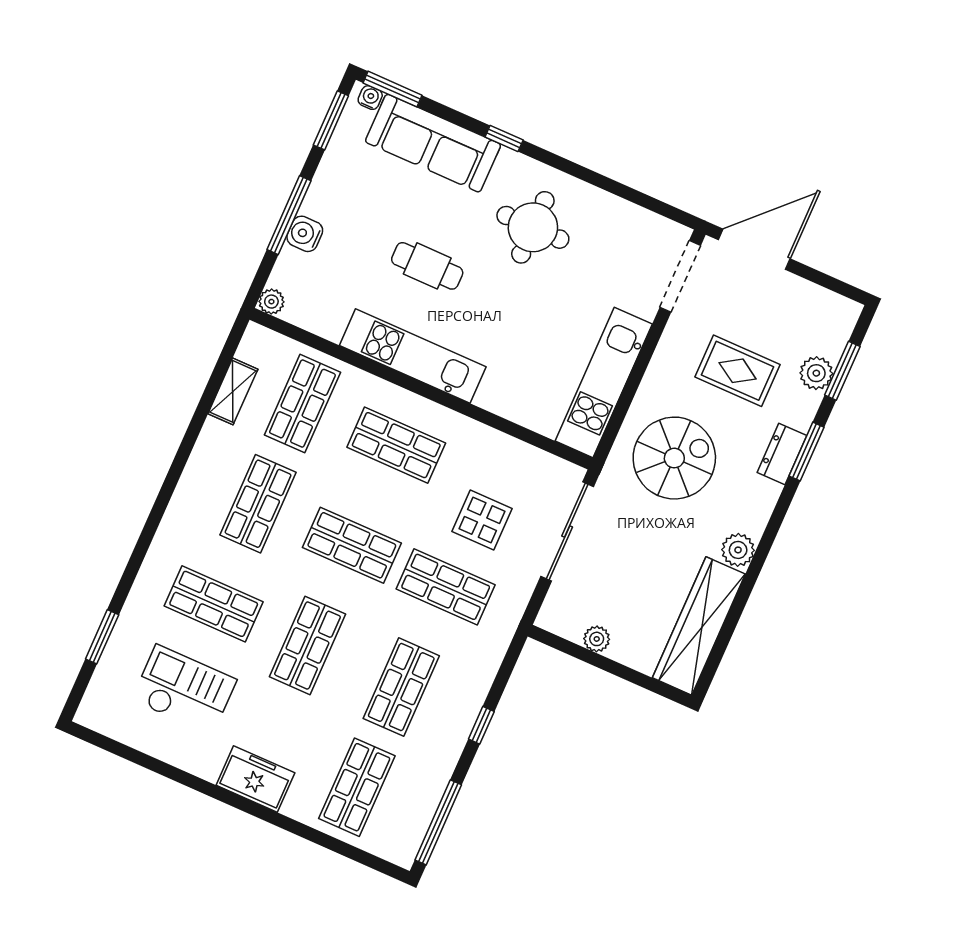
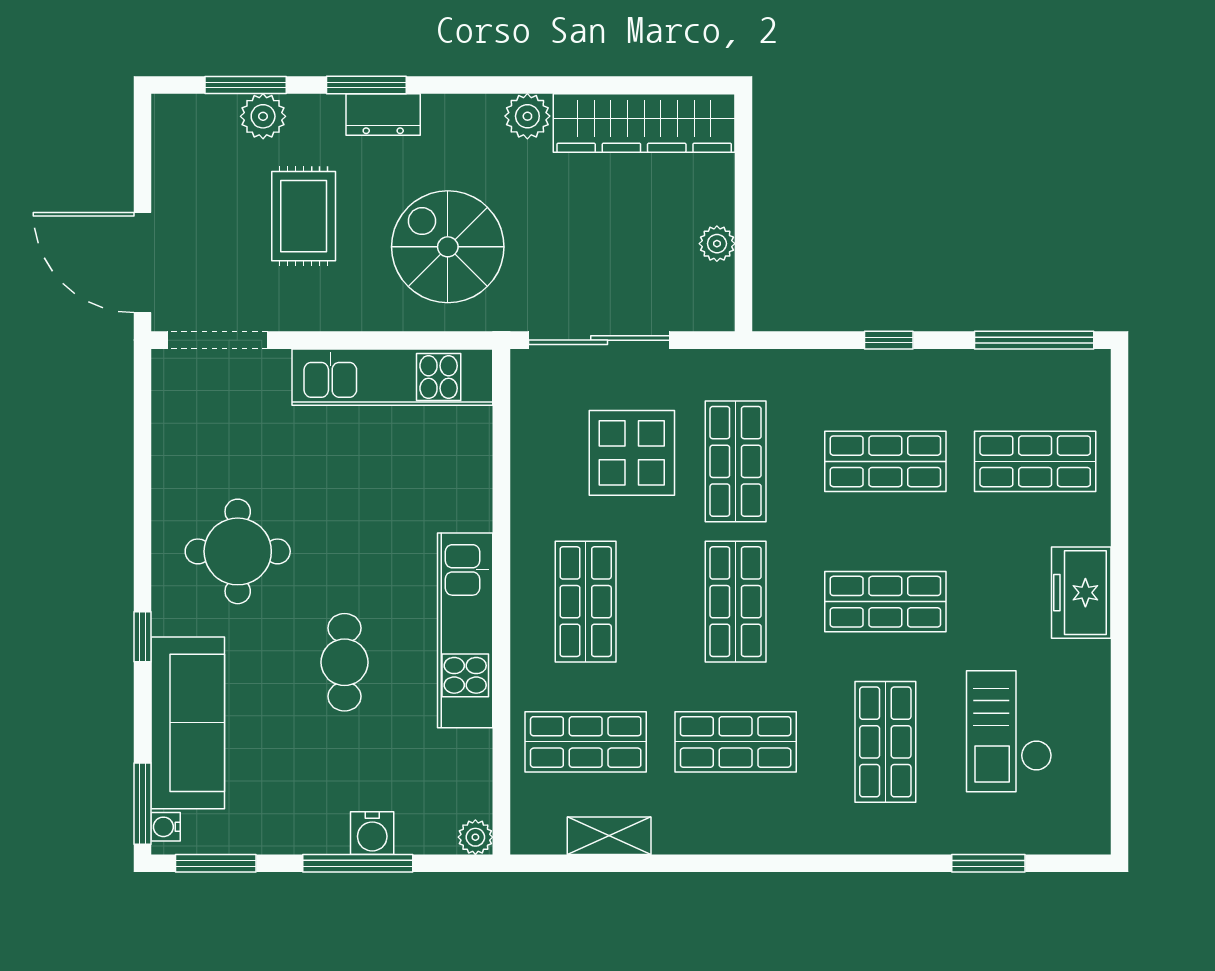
display table: (482, 520) -> (632, 453), width x1.36, depth x1.36

